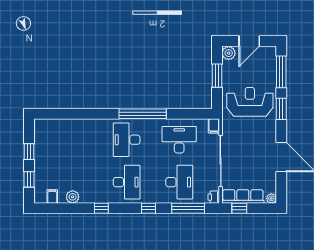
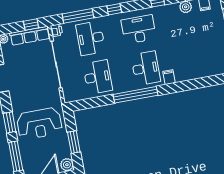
filing cabinet: (214, 126) -> (169, 77), moved
desk: (179, 140) -> (98, 77), turned -90
desk: (127, 182) -> (139, 29), turned 90

